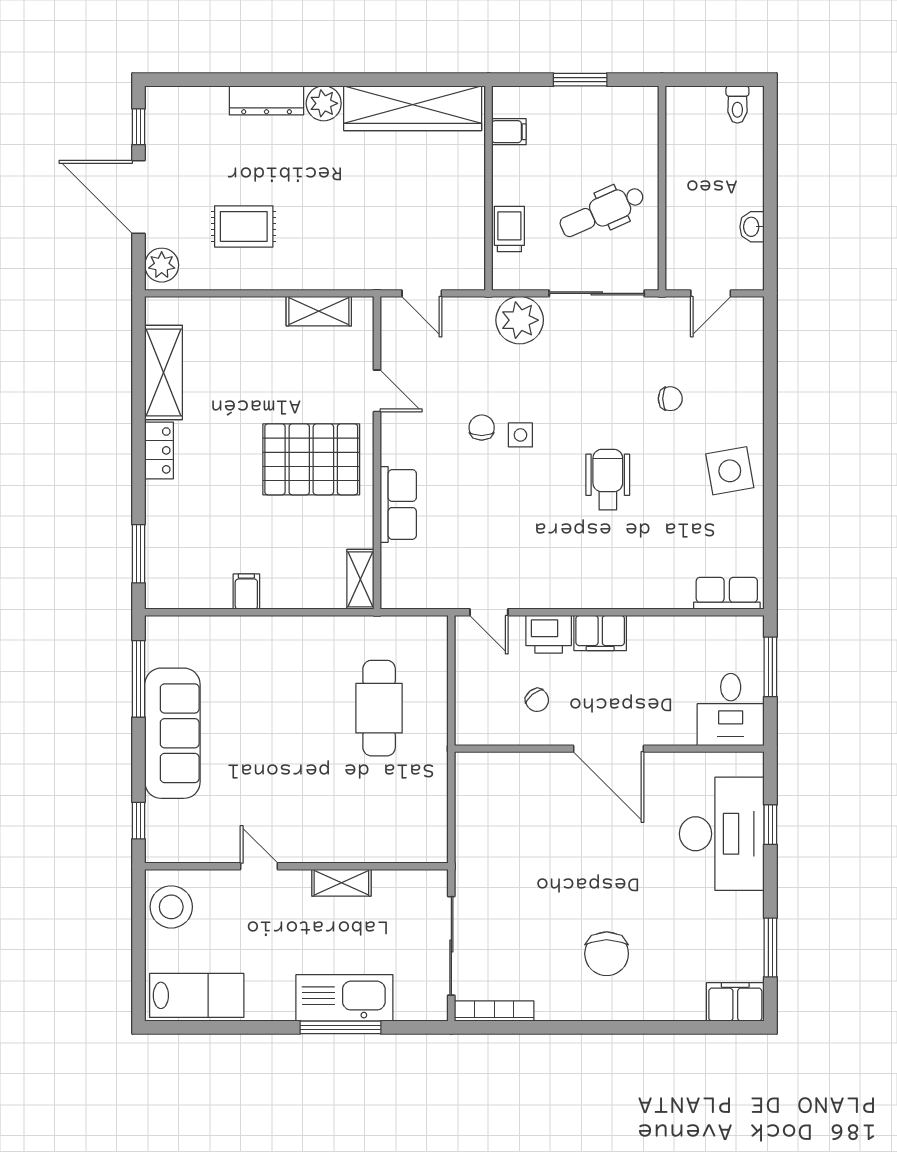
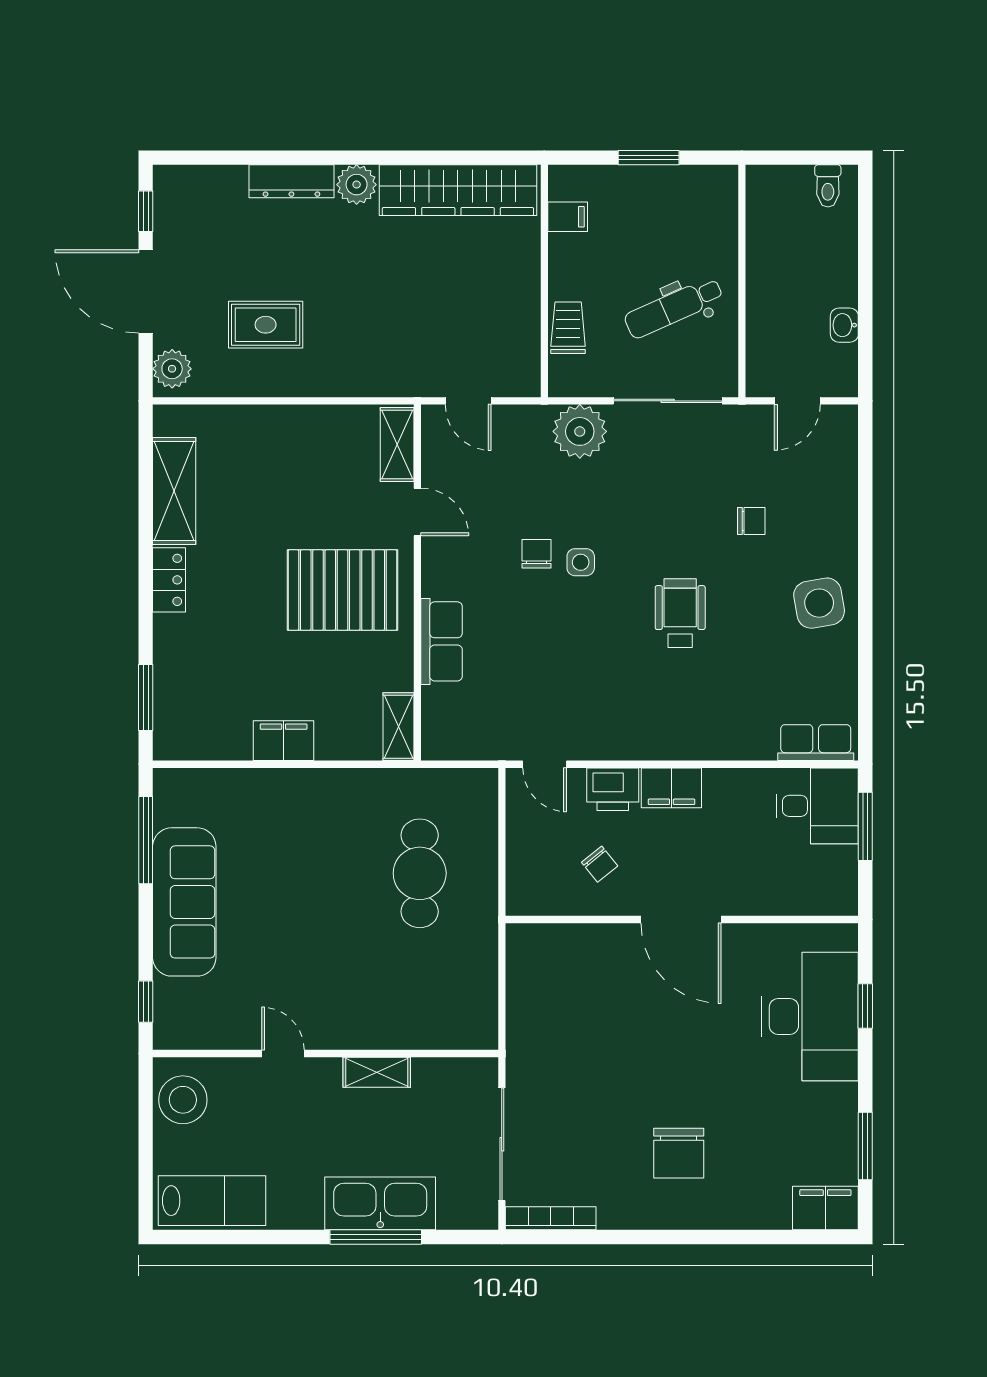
shelving: (319, 311) -> (397, 445), moved, turned 90
filing cabinet: (246, 592) -> (284, 741), width x2.00
desk: (731, 709) -> (817, 806), moved, turned -90

